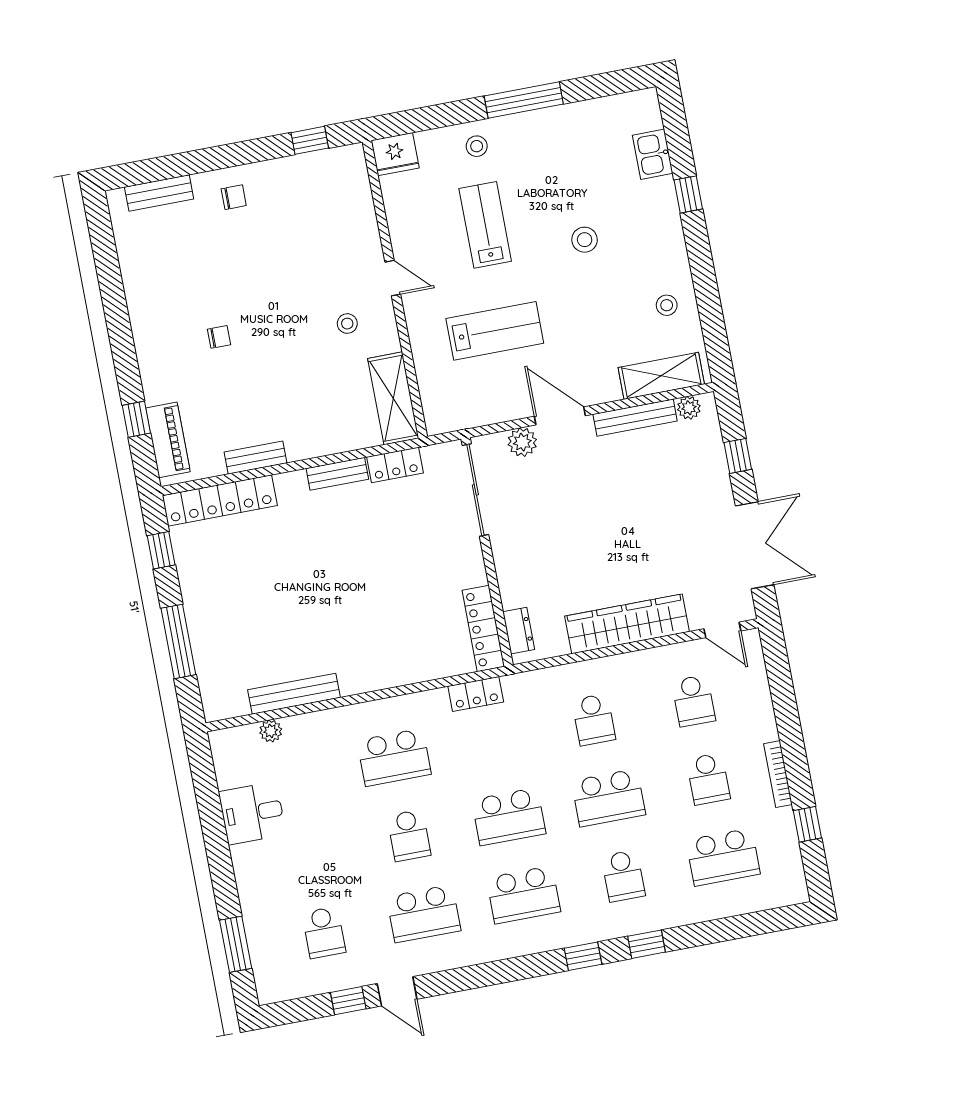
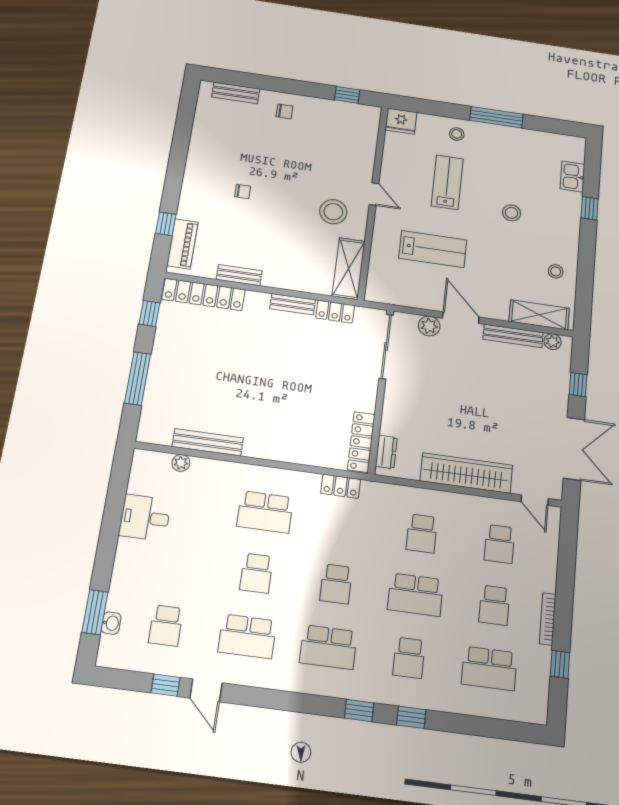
stool: (347, 324) -> (333, 212), width x1.89, depth x1.89
school desk: (509, 817) -> (336, 584), width x0.54
washbasin: (259, 951) -> (111, 623), added

